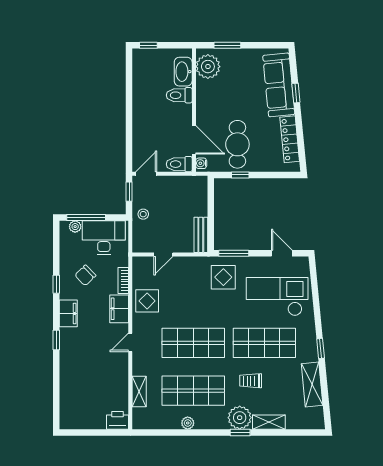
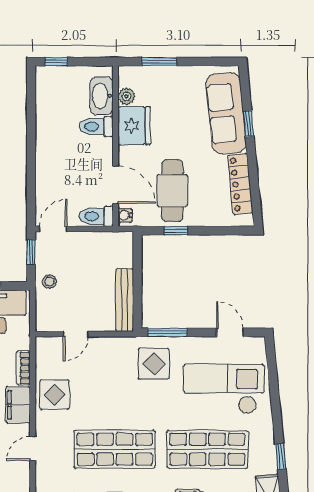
plant: (208, 67) -> (126, 97), width x0.53, depth x0.53
fridge: (208, 95) -> (134, 126), added
bench: (201, 235) -> (124, 300), width x1.36

